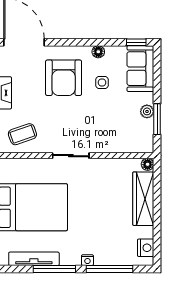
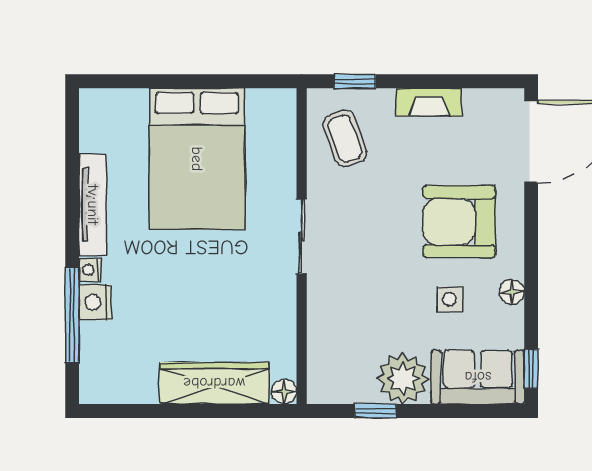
plant: (147, 111) -> (403, 379), width x1.87, depth x1.87
window: (157, 119) -> (376, 411), width x0.67
nightstand: (146, 248) -> (95, 302), moved, turned 90
tv unit: (34, 259) -> (93, 205), moved
window: (54, 269) -> (72, 203), removed

